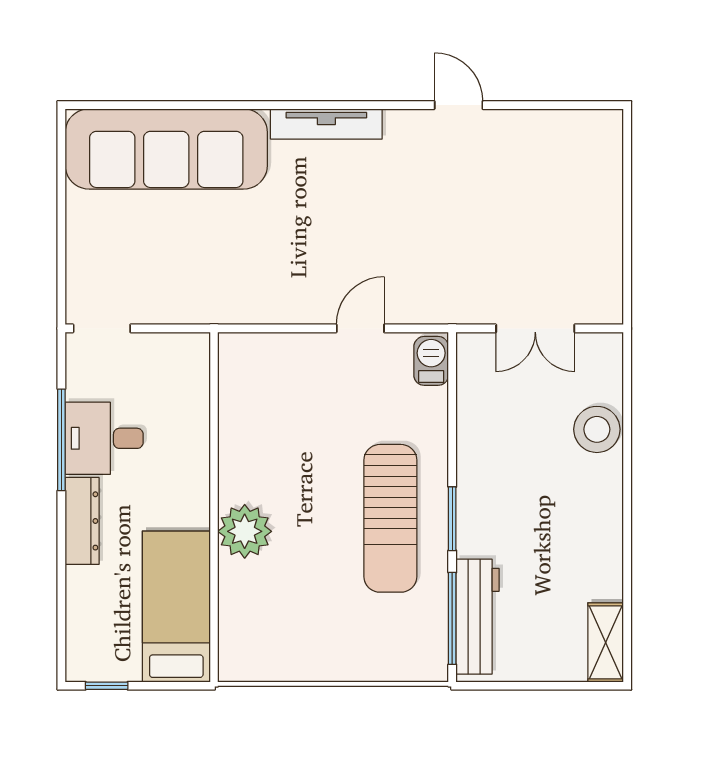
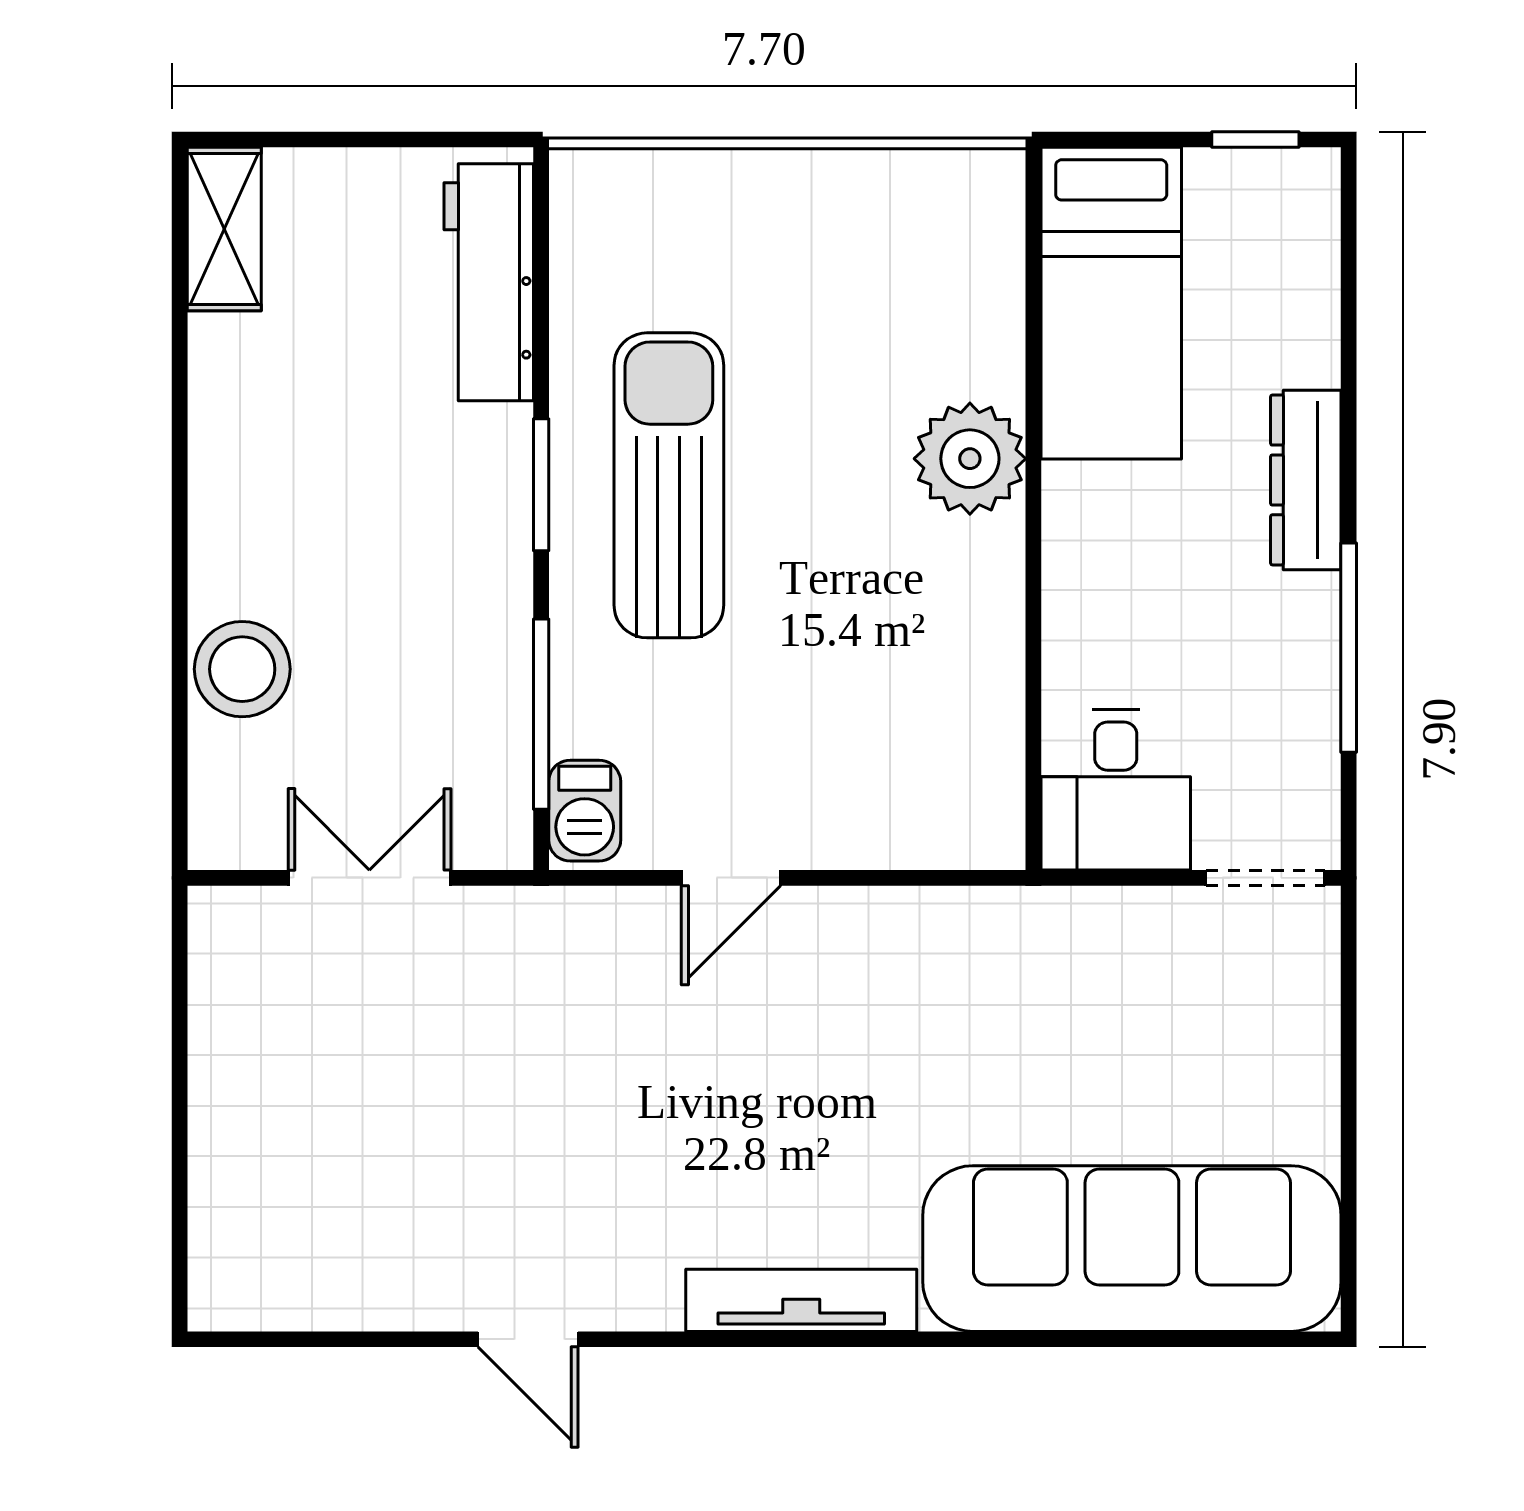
desk: (104, 438) -> (1116, 790), moved, turned 90
window: (452, 618) -> (541, 714), moved

